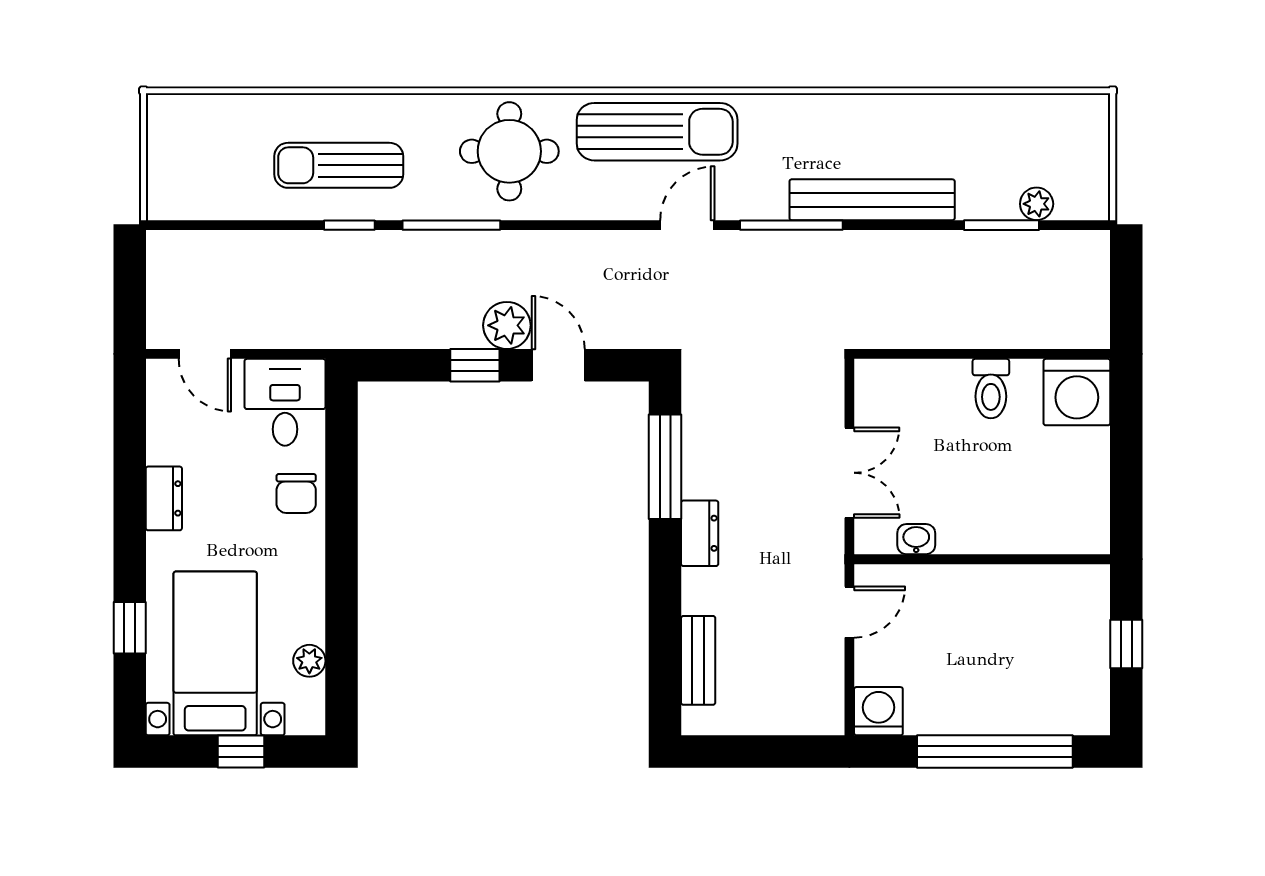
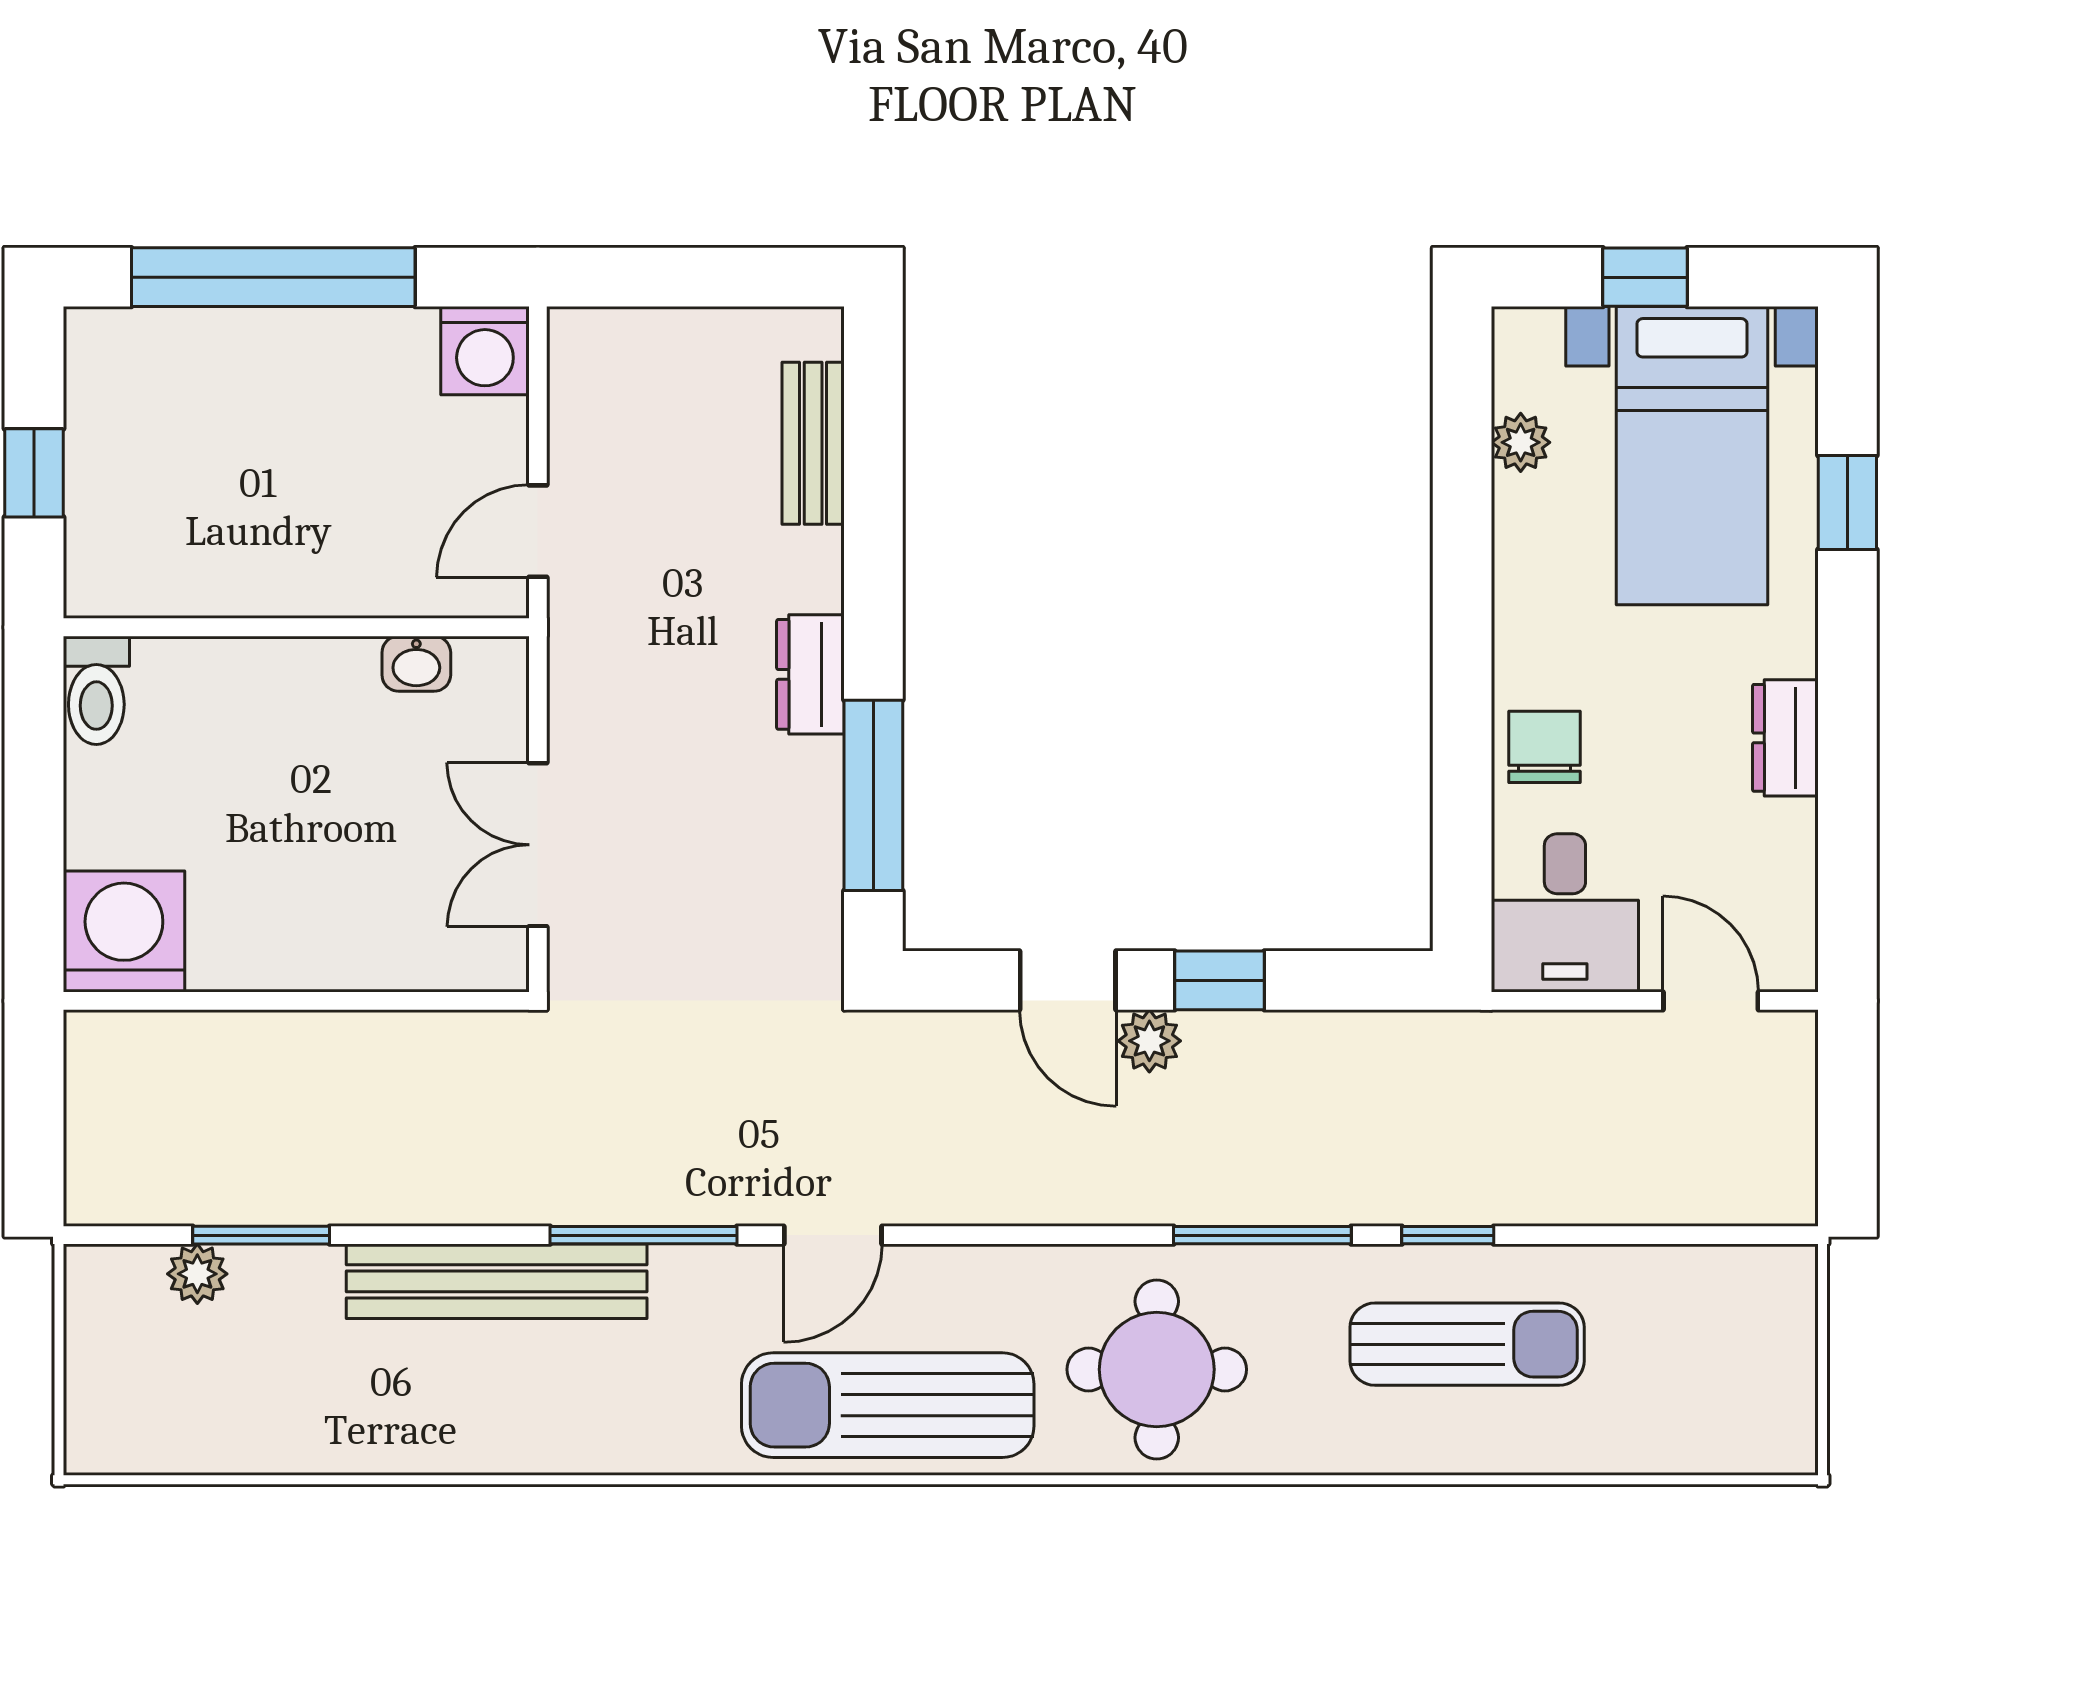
plant: (507, 325) -> (1149, 1041), width x0.73, depth x0.73
toilet: (991, 389) -> (96, 690), moved, turned 180
double door: (849, 473) -> (538, 845), moved

